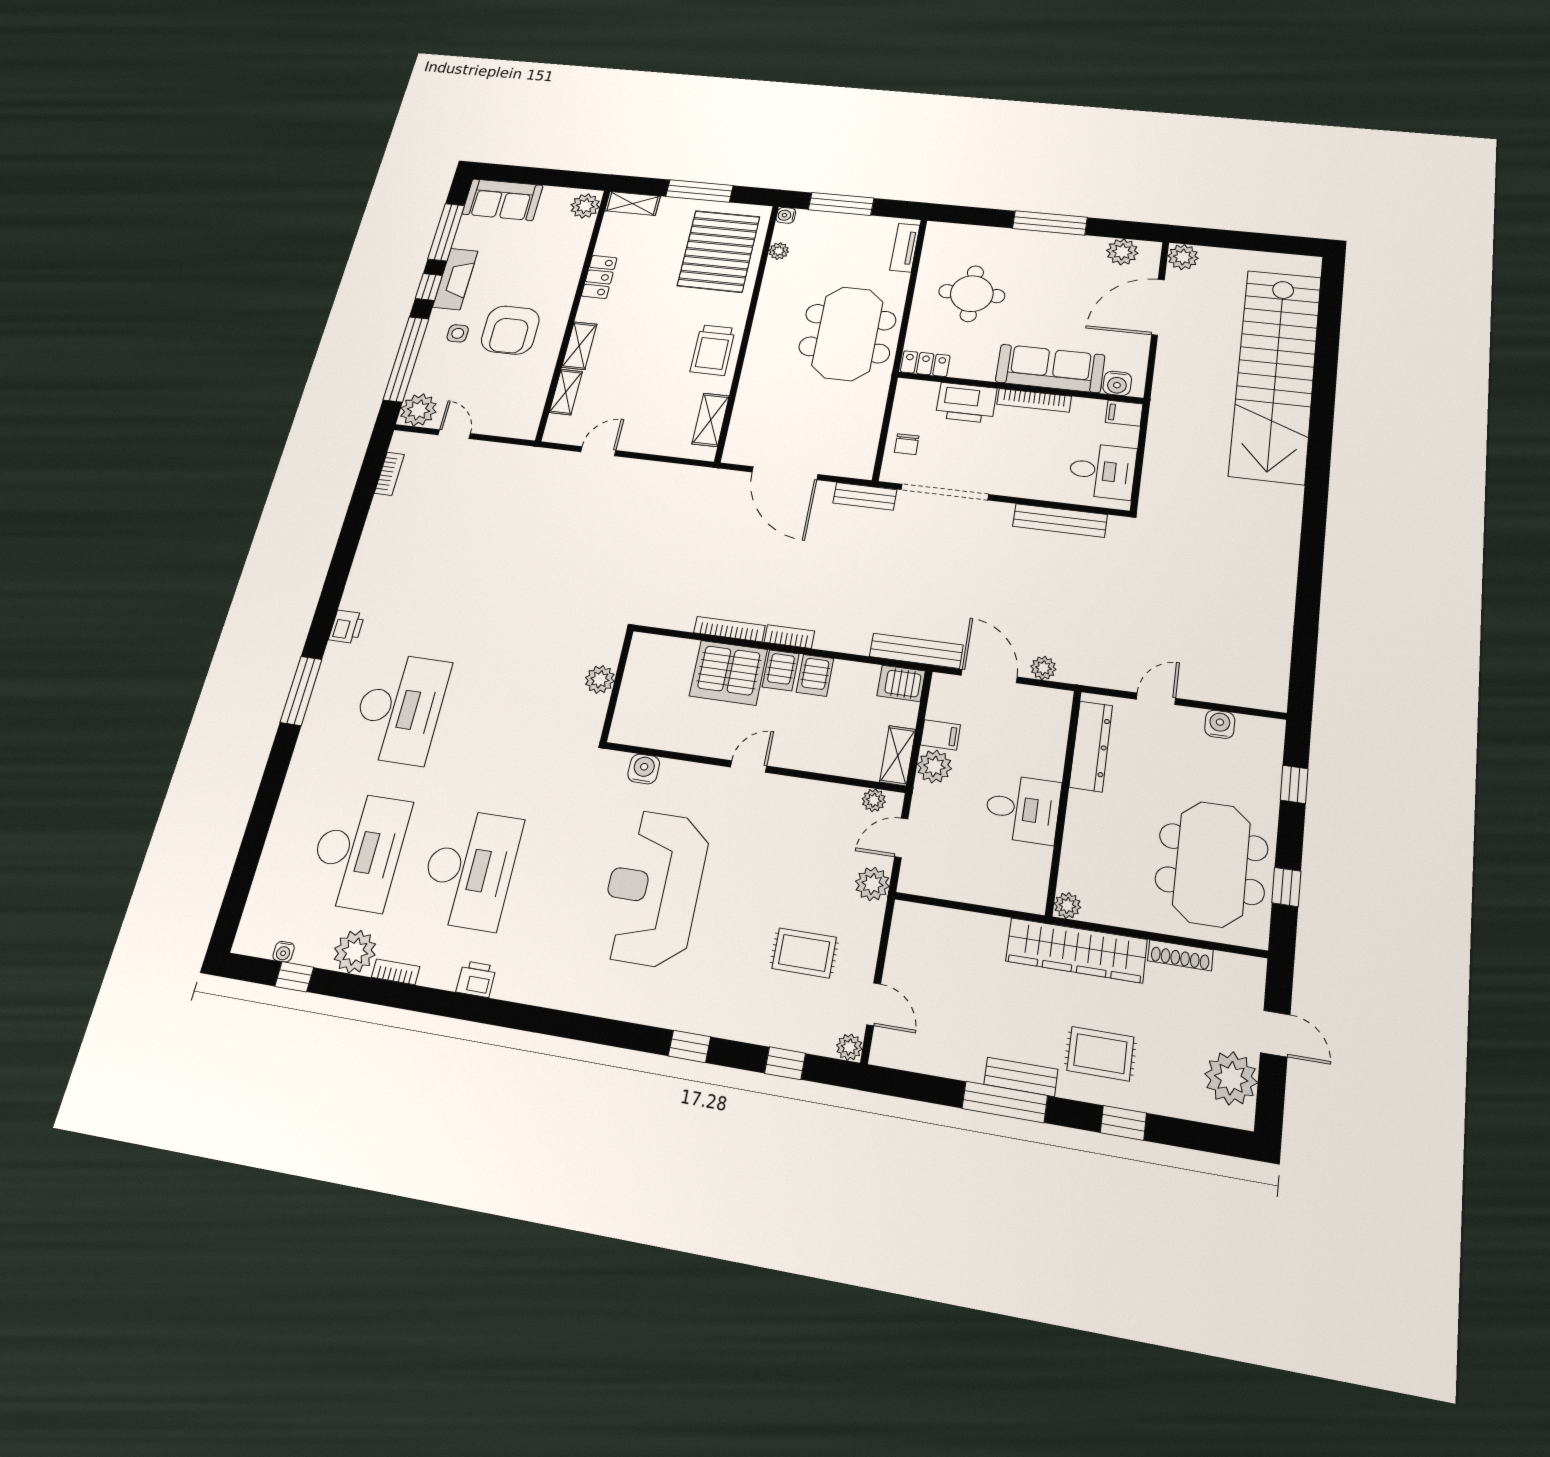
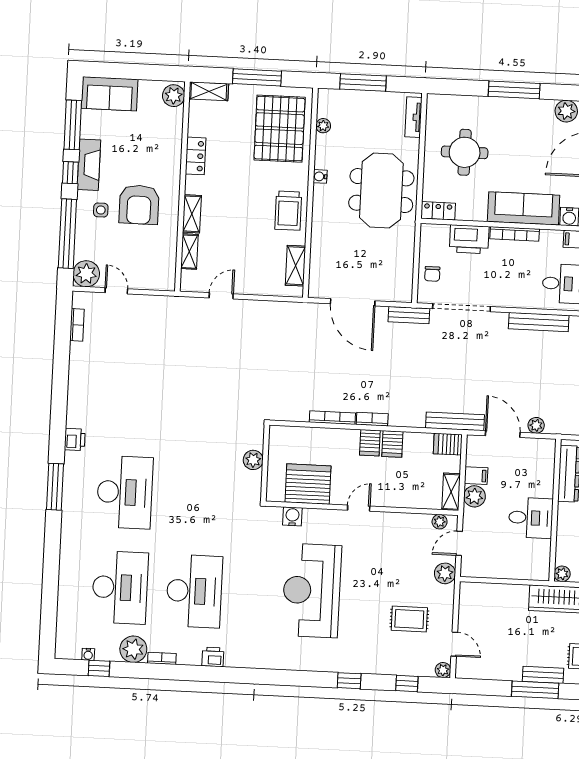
water cooler: (786, 215) -> (320, 176), moved
server rack: (728, 673) -> (308, 484), moved, turned 180

